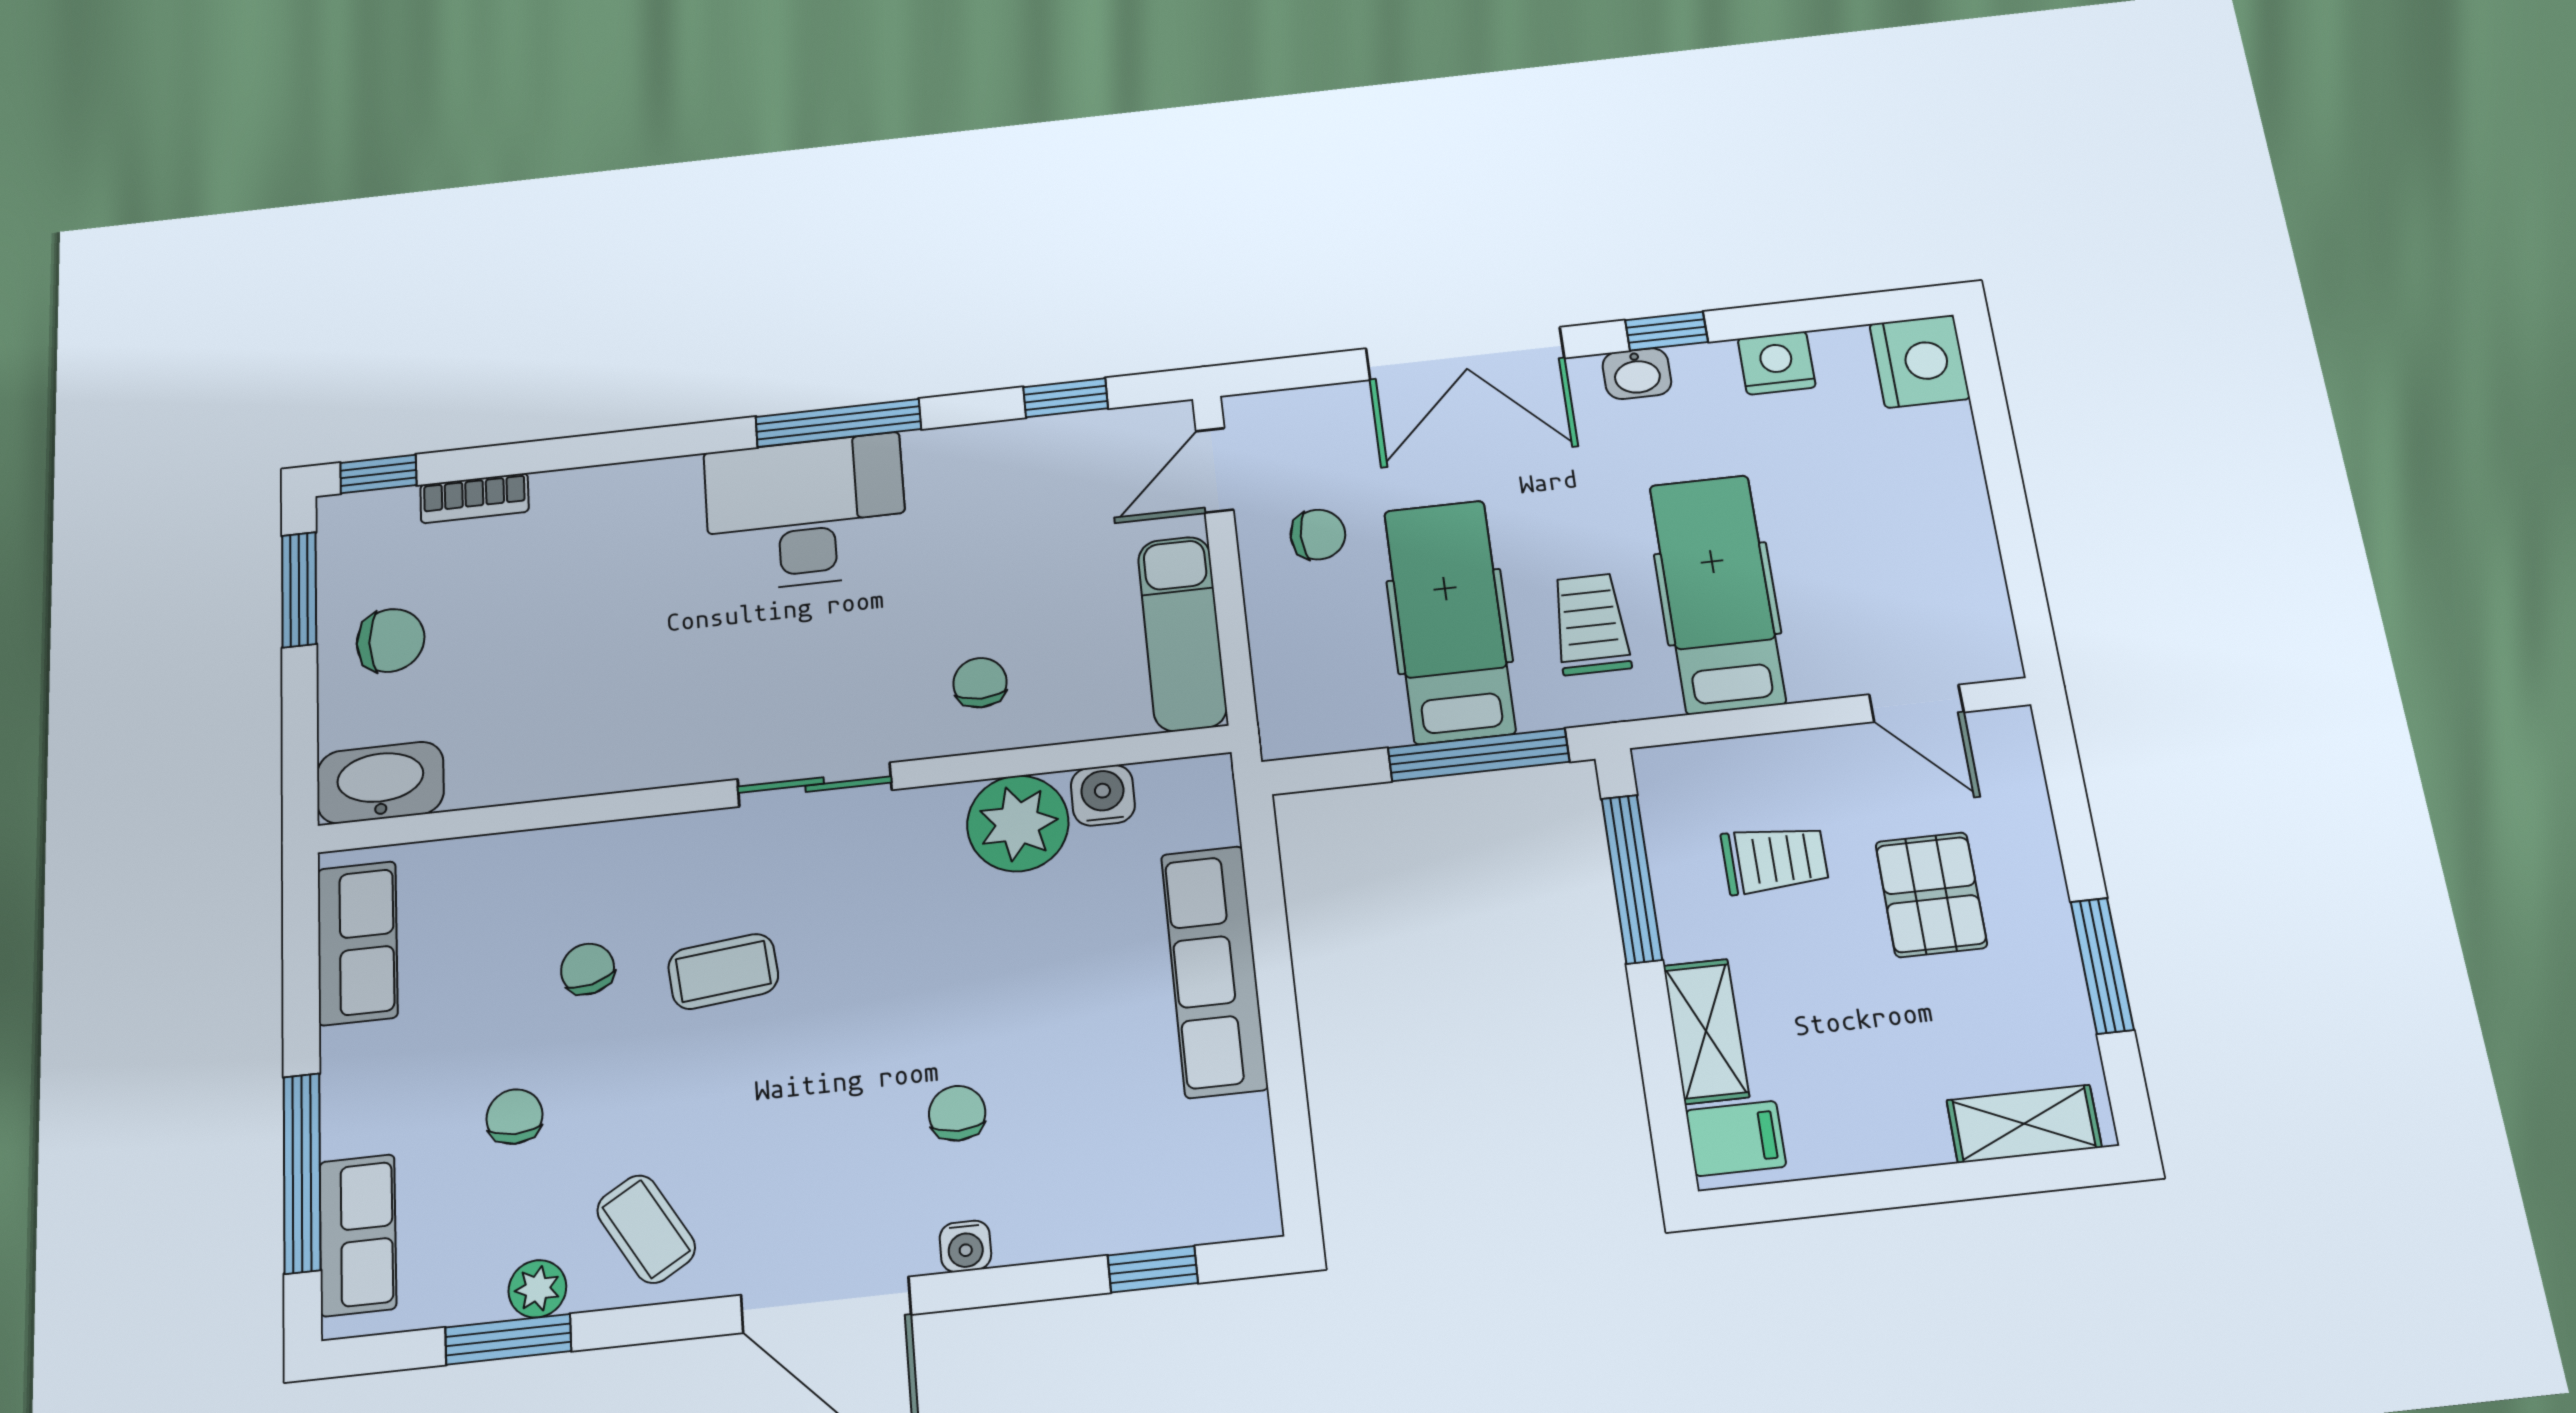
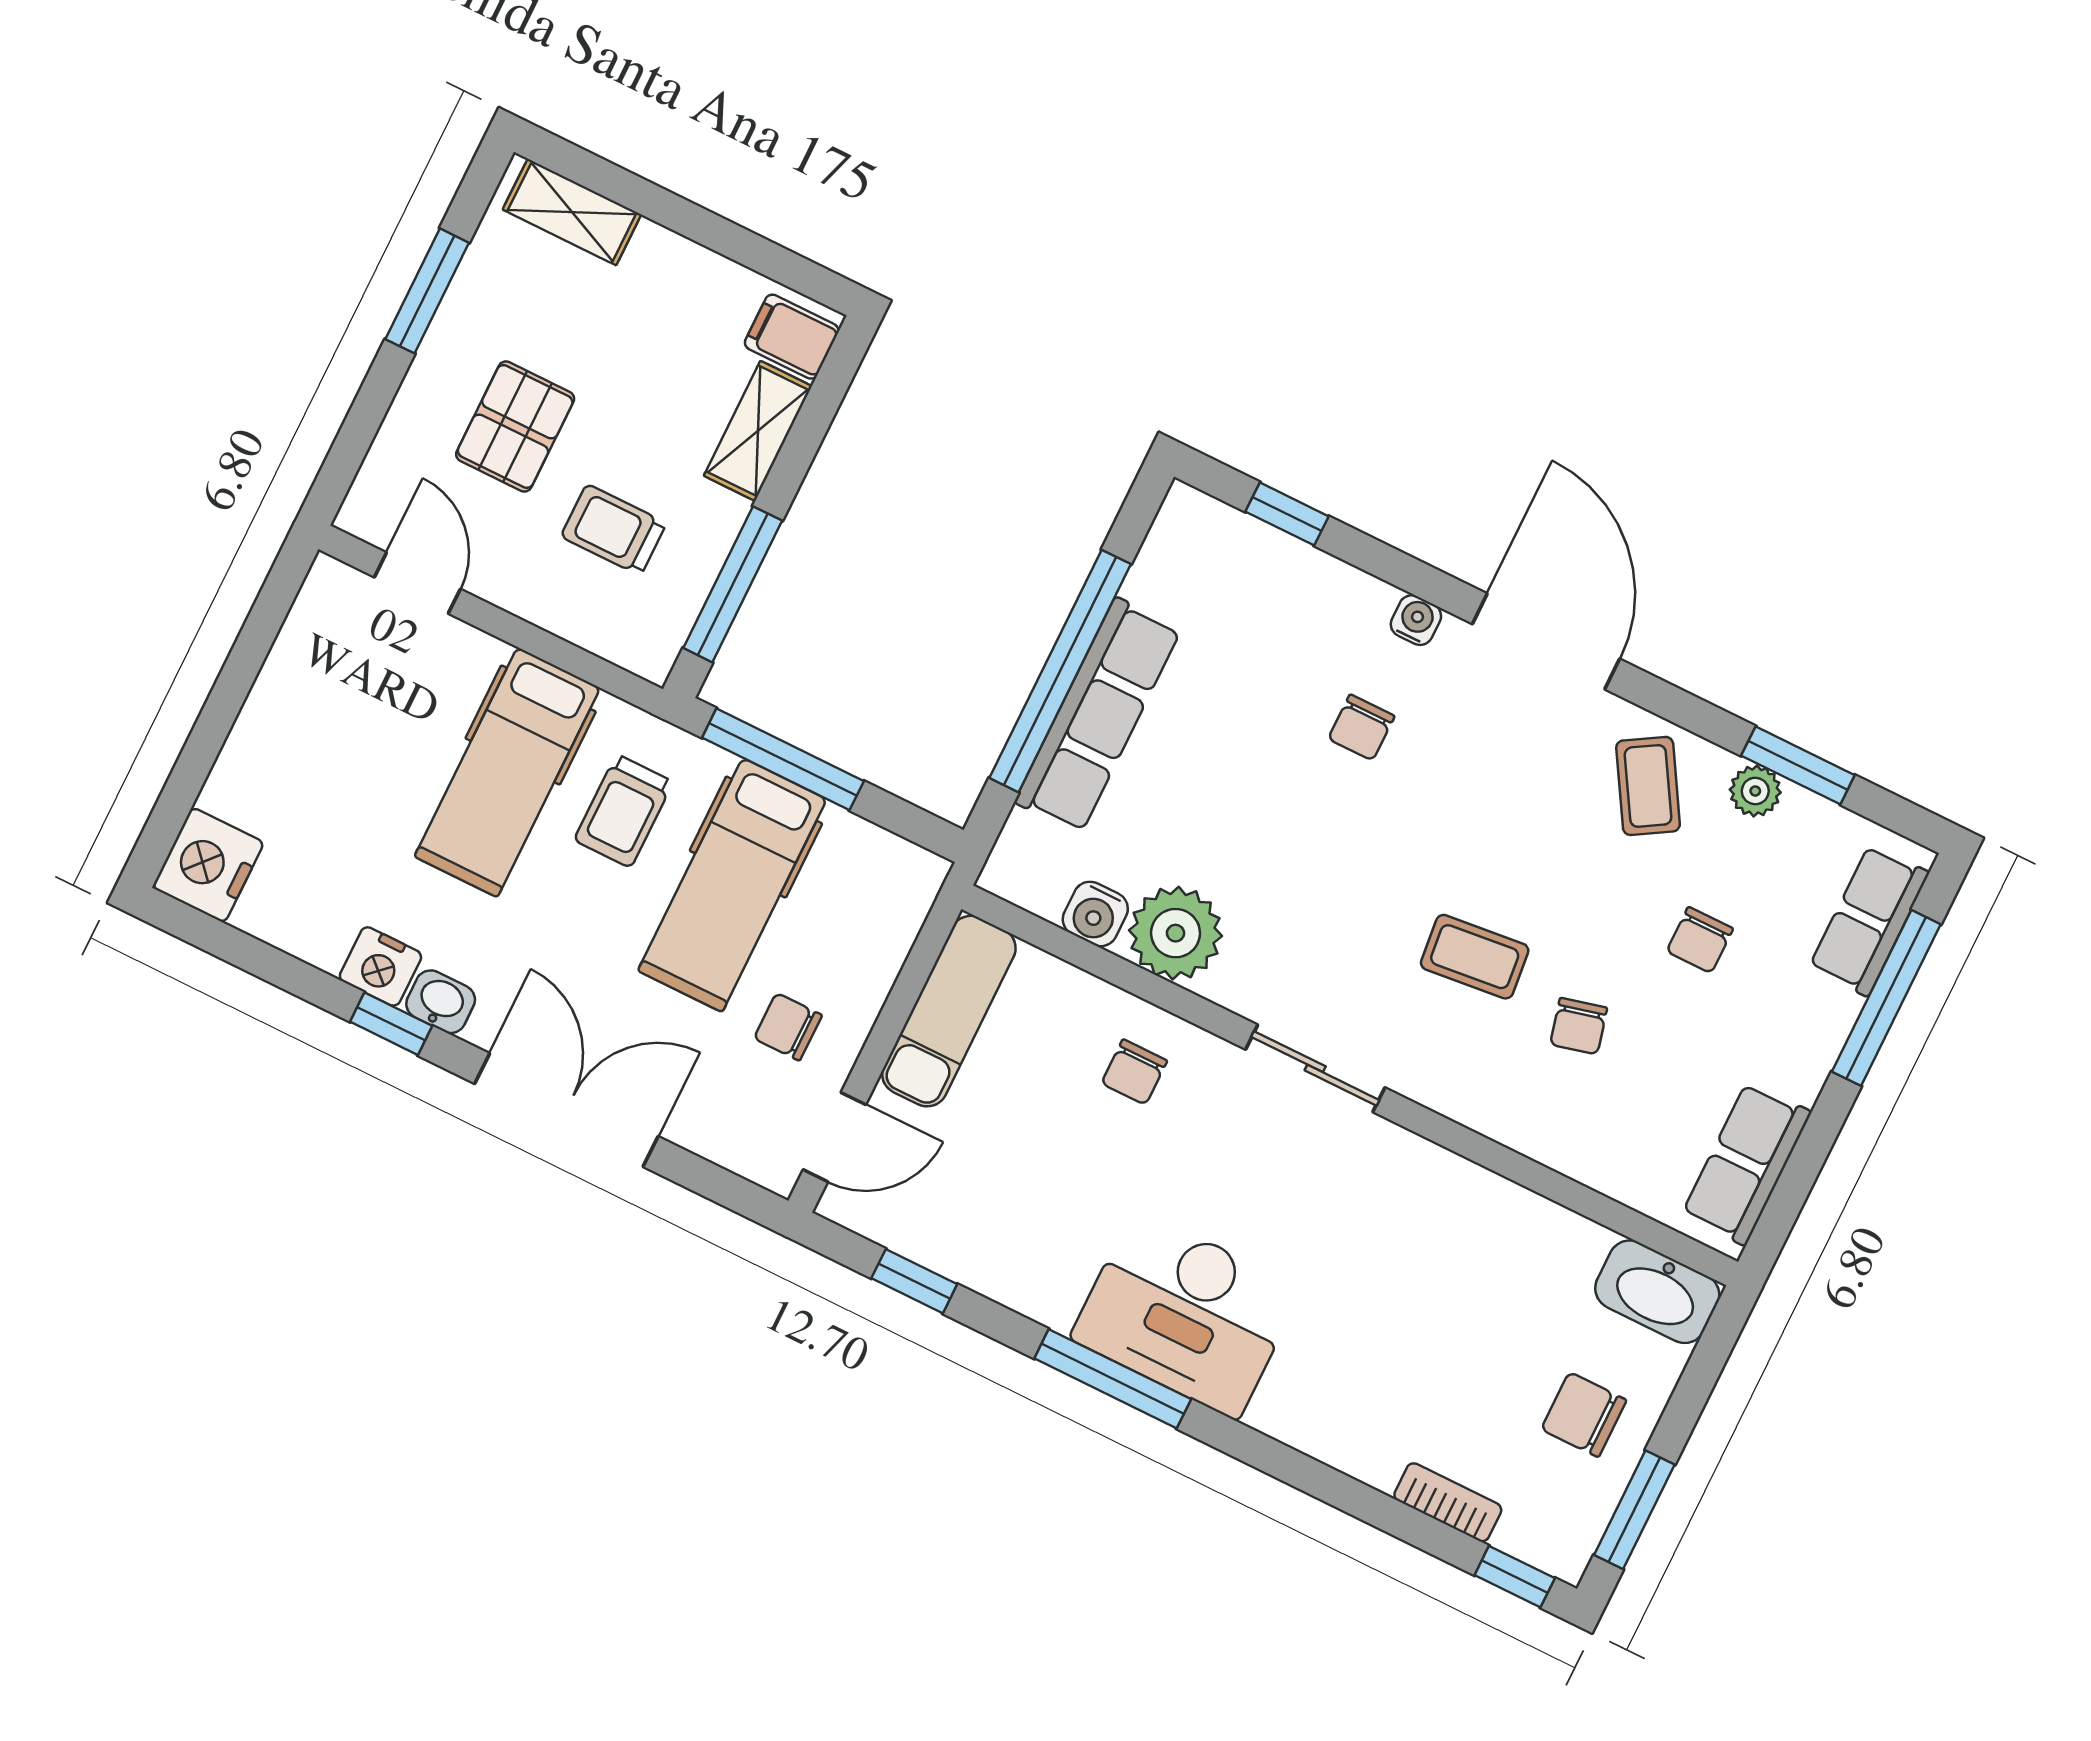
nightstand: (1777, 363) -> (380, 966), moved
window: (1276, 989) -> (1060, 671), added

